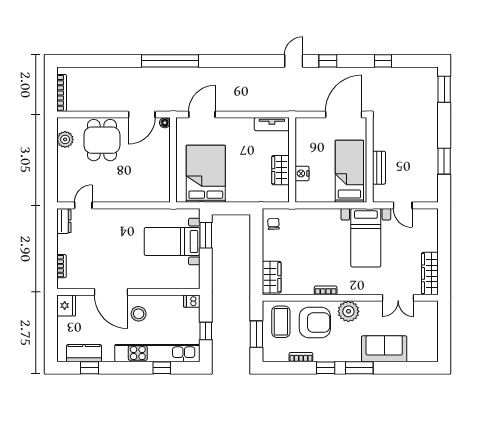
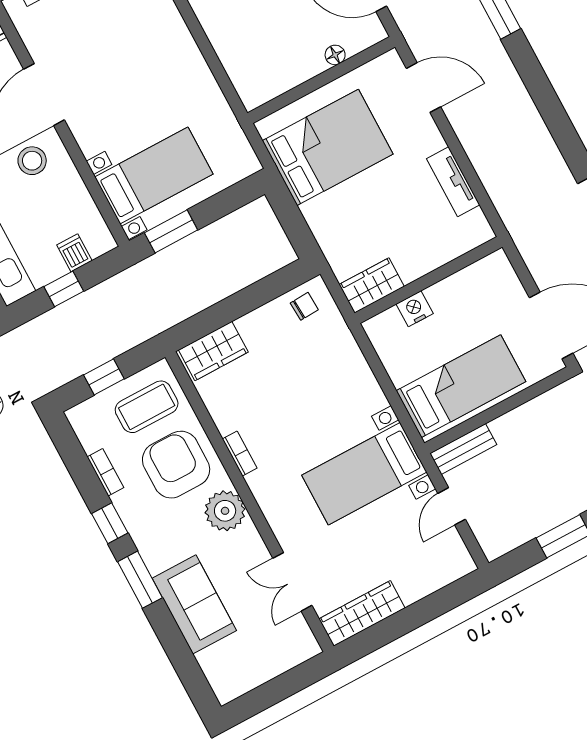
floor lamp: (165, 123) -> (335, 55), moved
tv unit: (272, 124) -> (453, 182), moved
bench: (379, 168) -> (463, 449), moved
wardrobe: (281, 170) -> (372, 285), moved
window: (206, 235) -> (171, 231), moved
bed with nightstands: (172, 242) -> (154, 176), moved, turned 90
dishwasher: (192, 301) -> (74, 253), moved
armchair: (315, 323) -> (176, 465), turned 180
window: (256, 334) -> (104, 377), width x0.67

